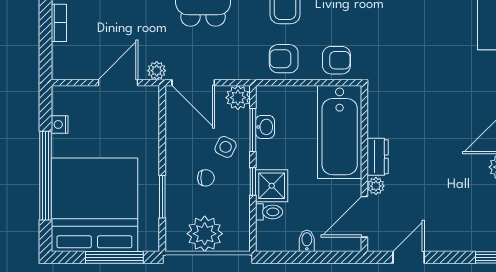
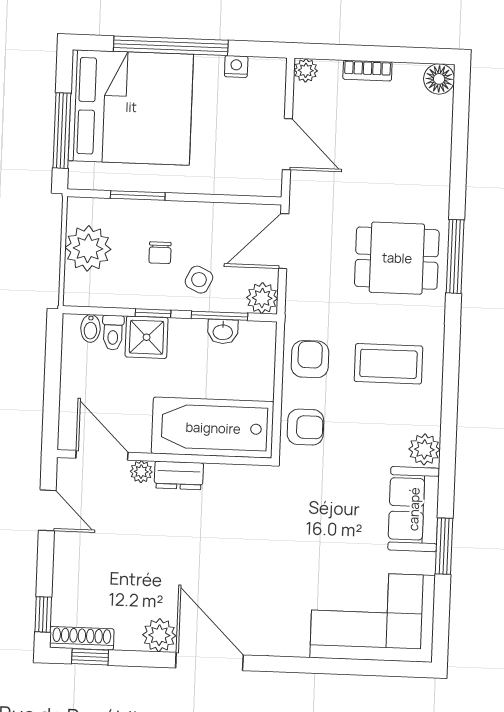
armchair: (336, 60) -> (305, 427), turned -90
plant: (157, 71) -> (306, 70), moved
bidet: (307, 241) -> (90, 328), moved, turned 90

